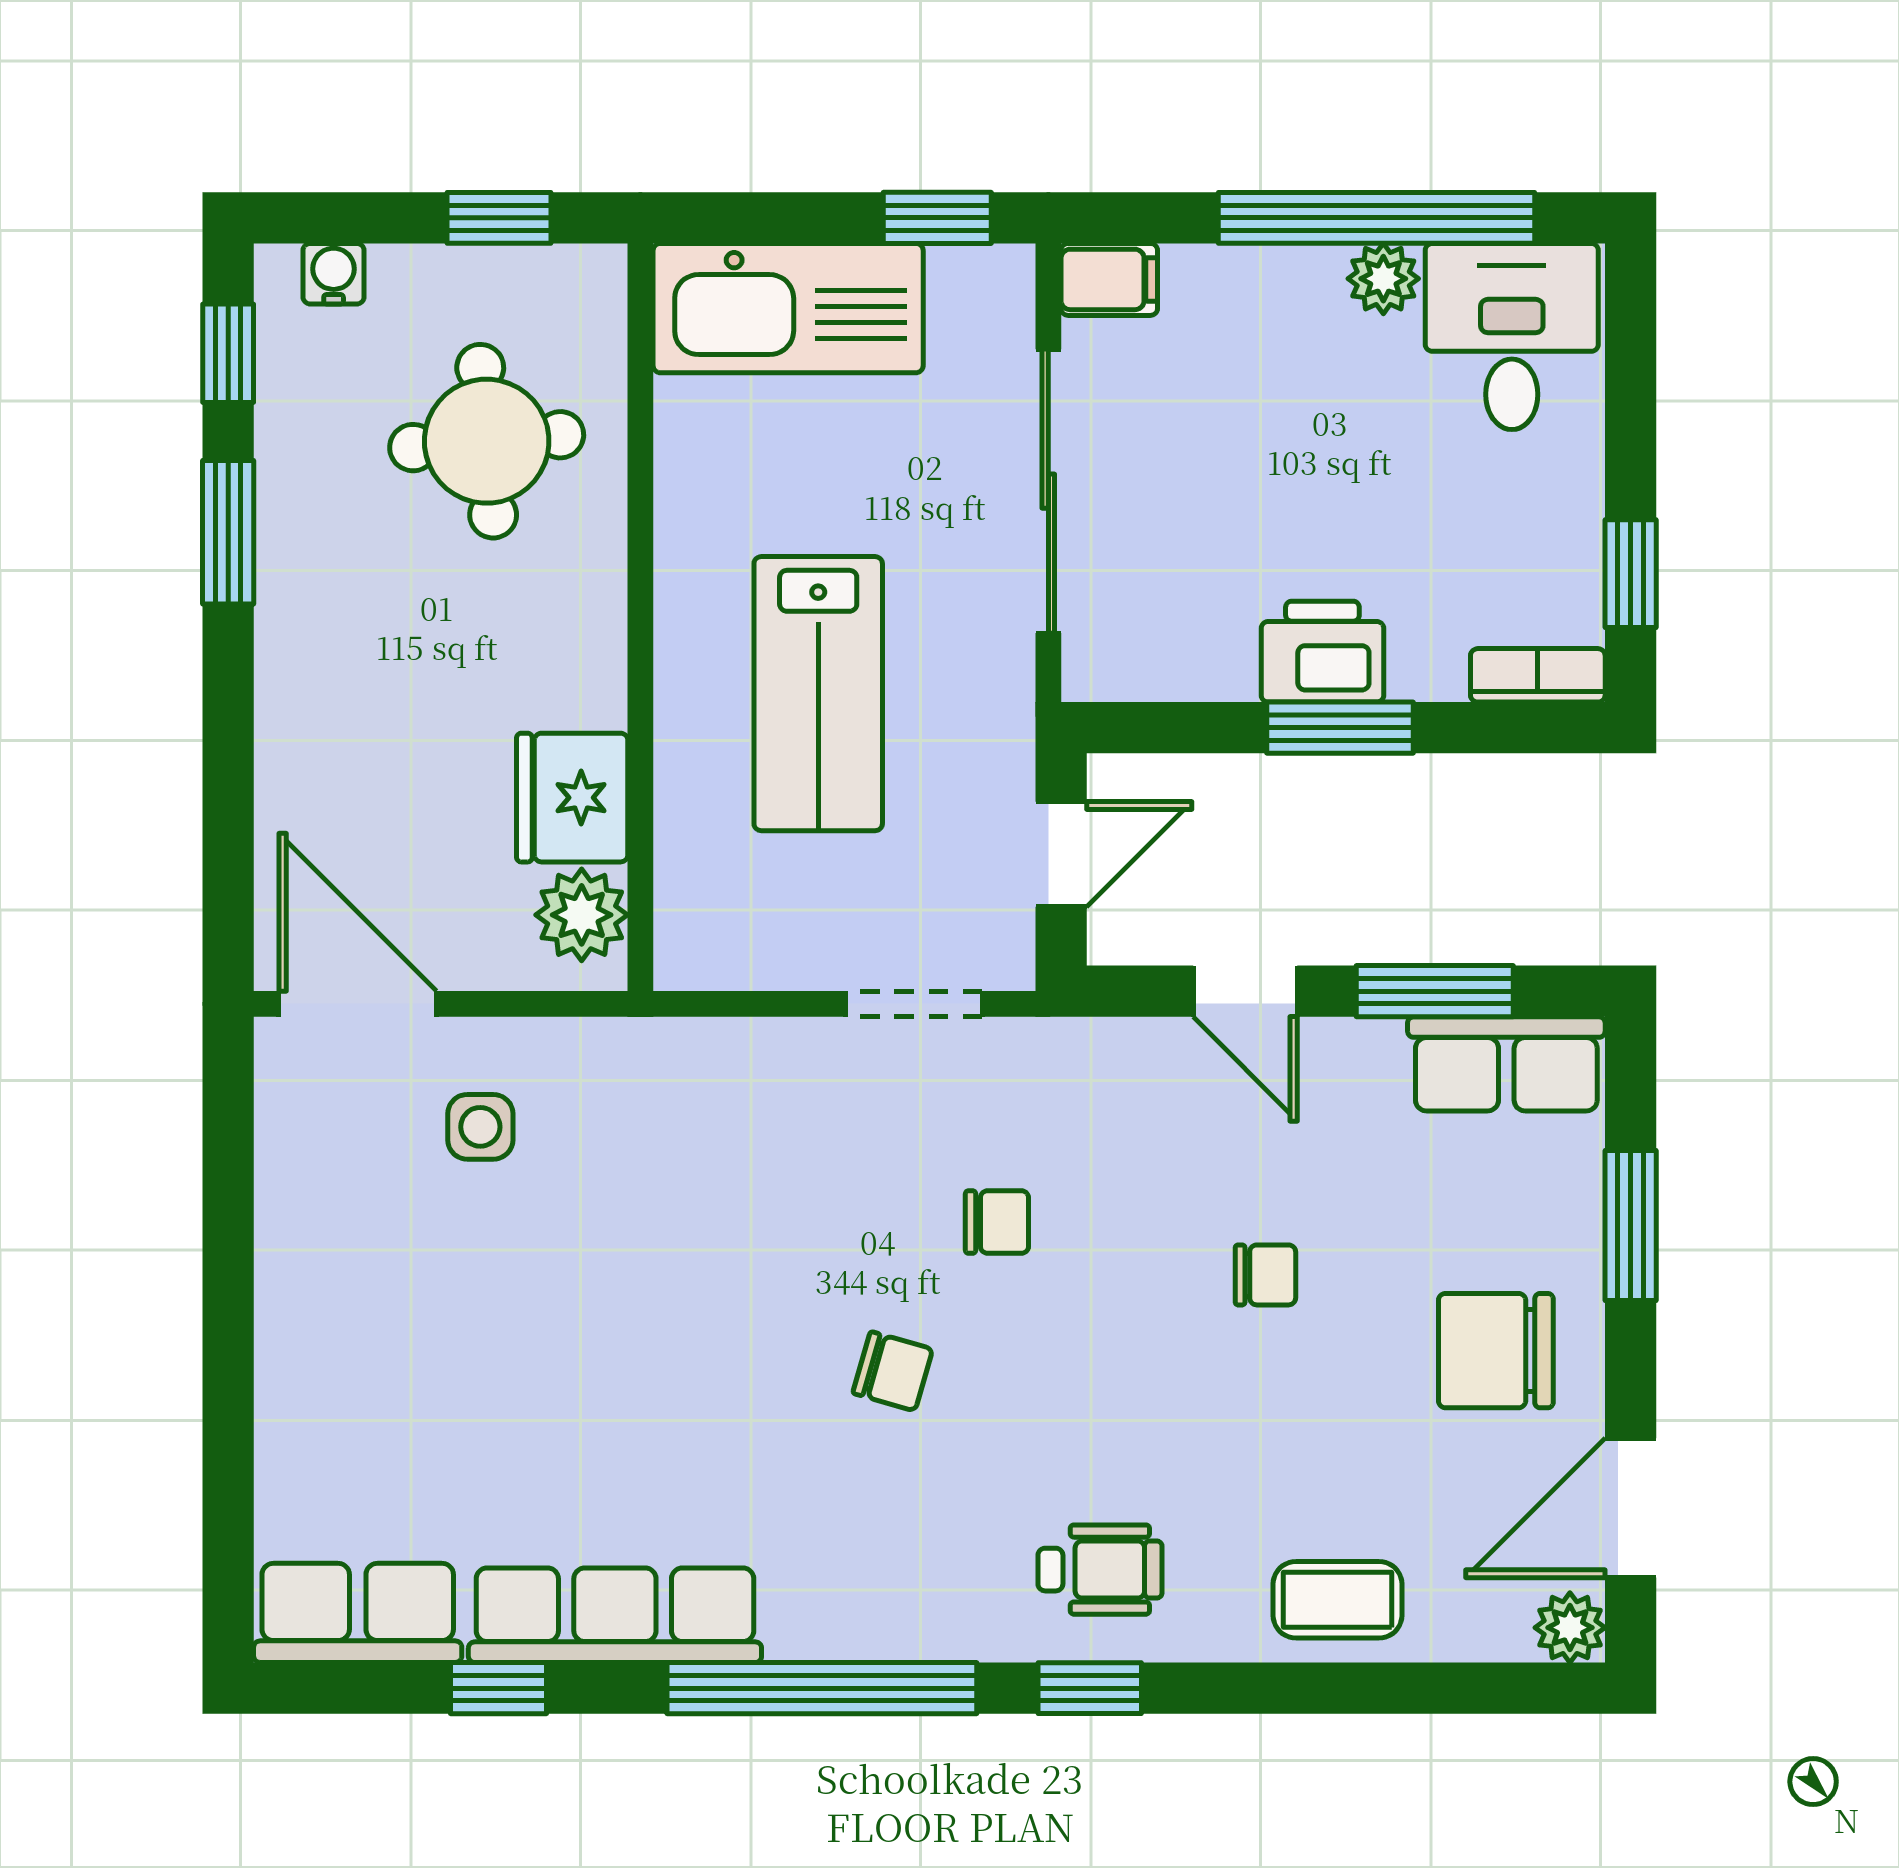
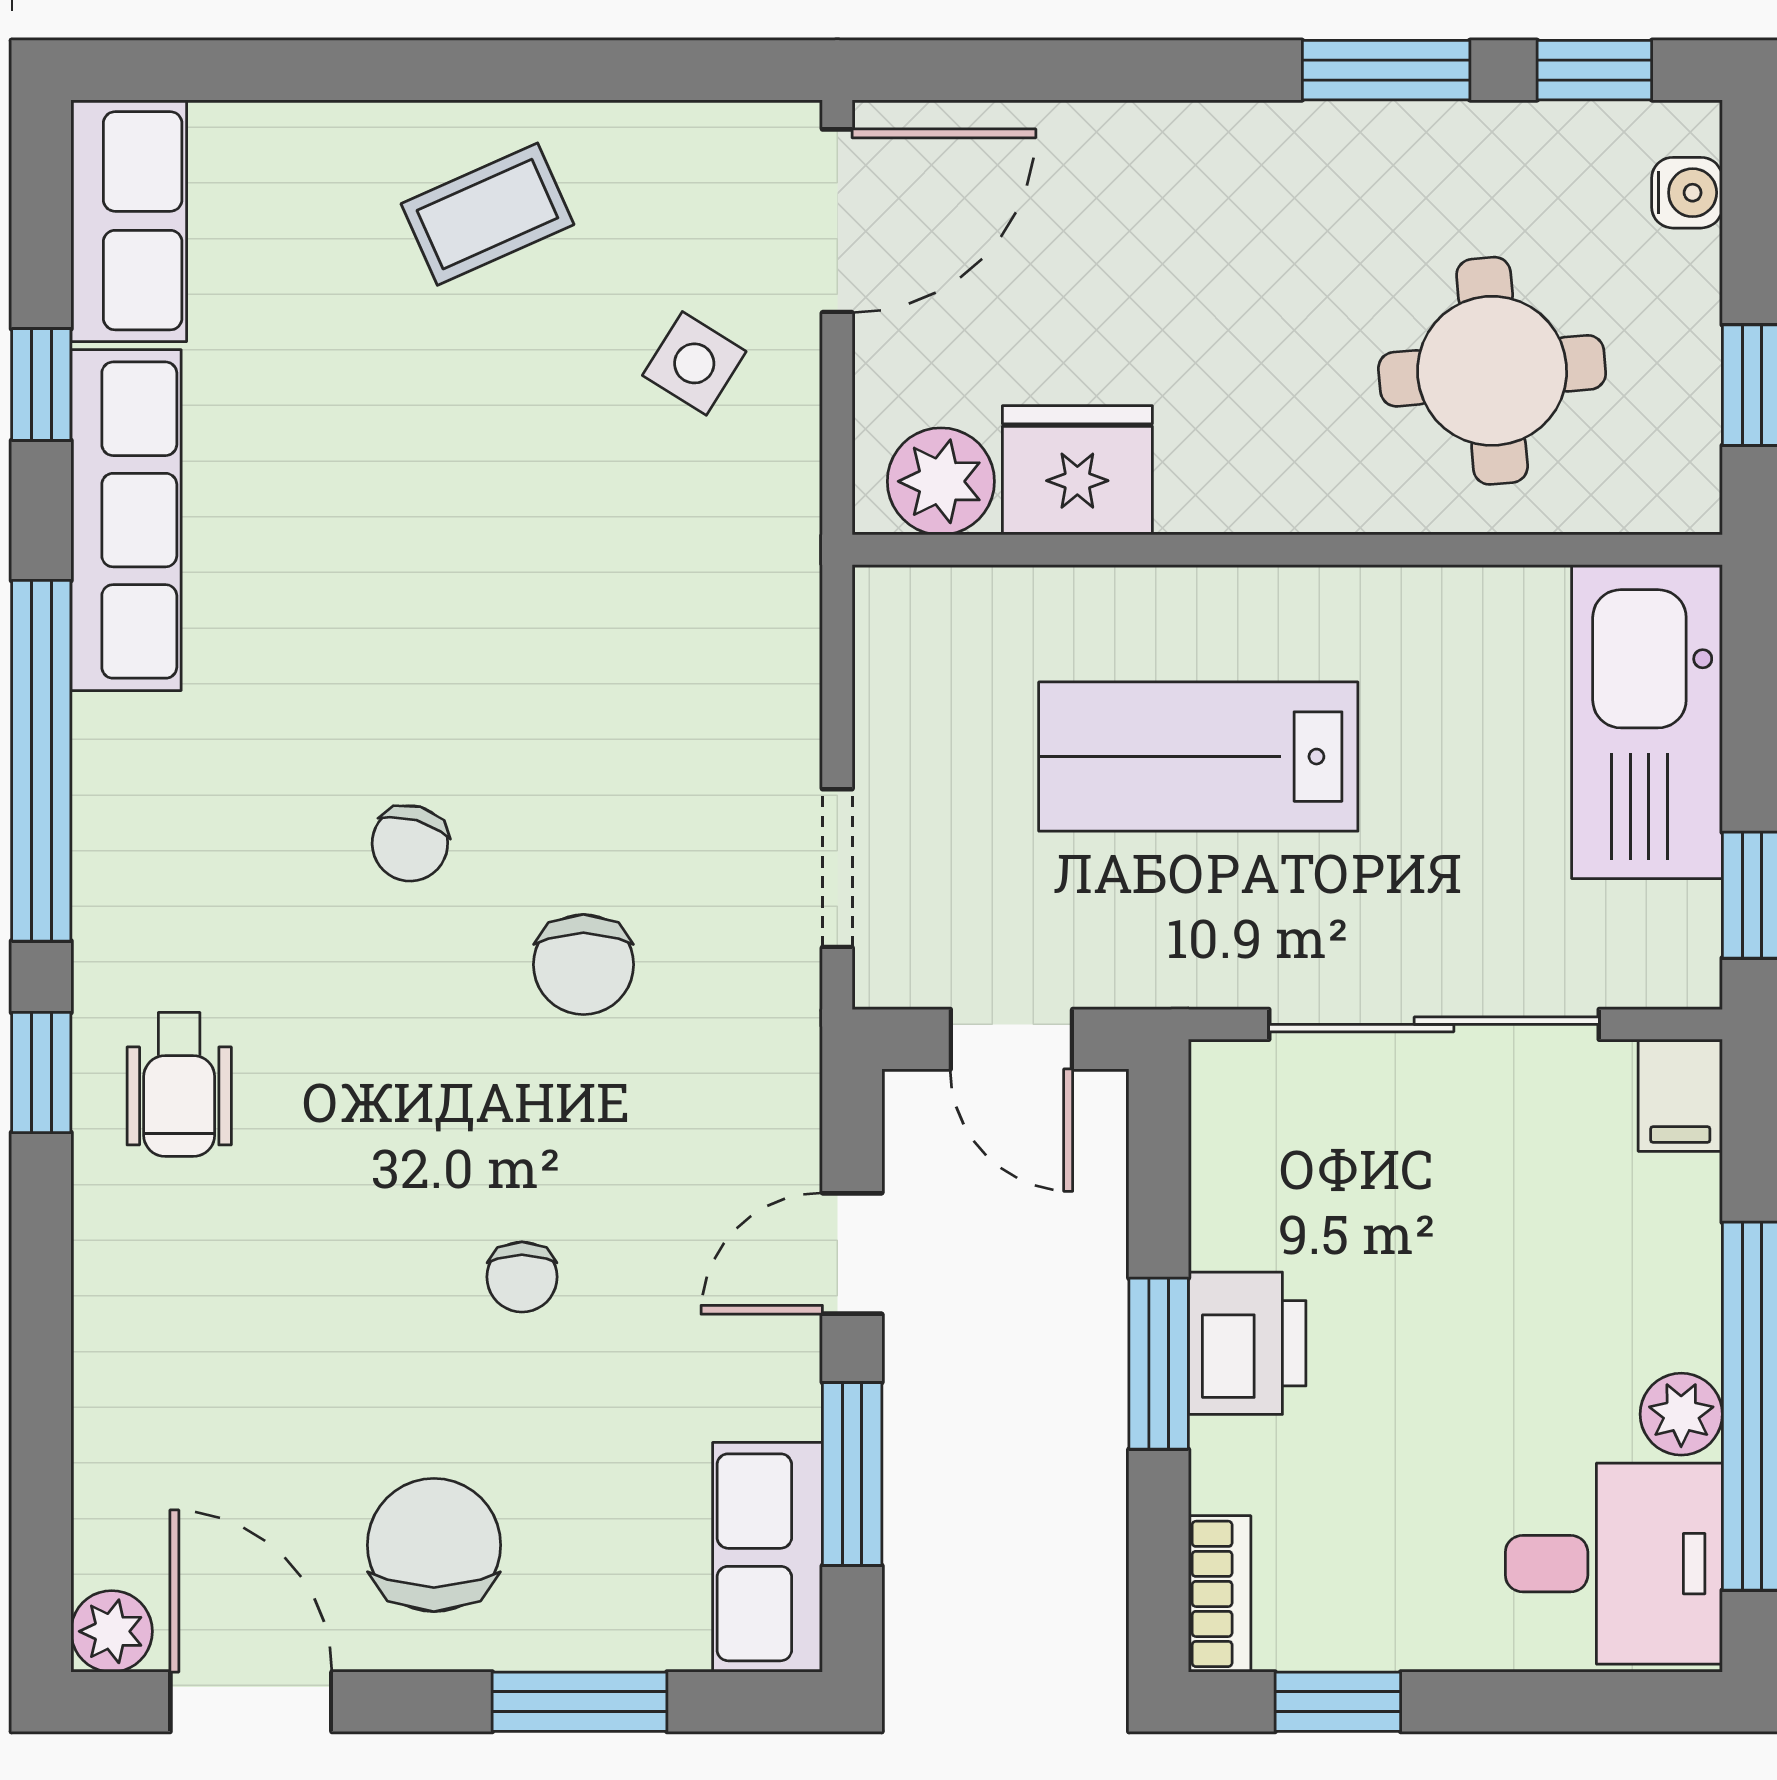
side table: (480, 1127) -> (694, 363), turned 32
chair: (997, 1222) -> (583, 965), width x1.37, depth x1.37
coffee table: (1338, 1600) -> (487, 214), moved, turned 66

